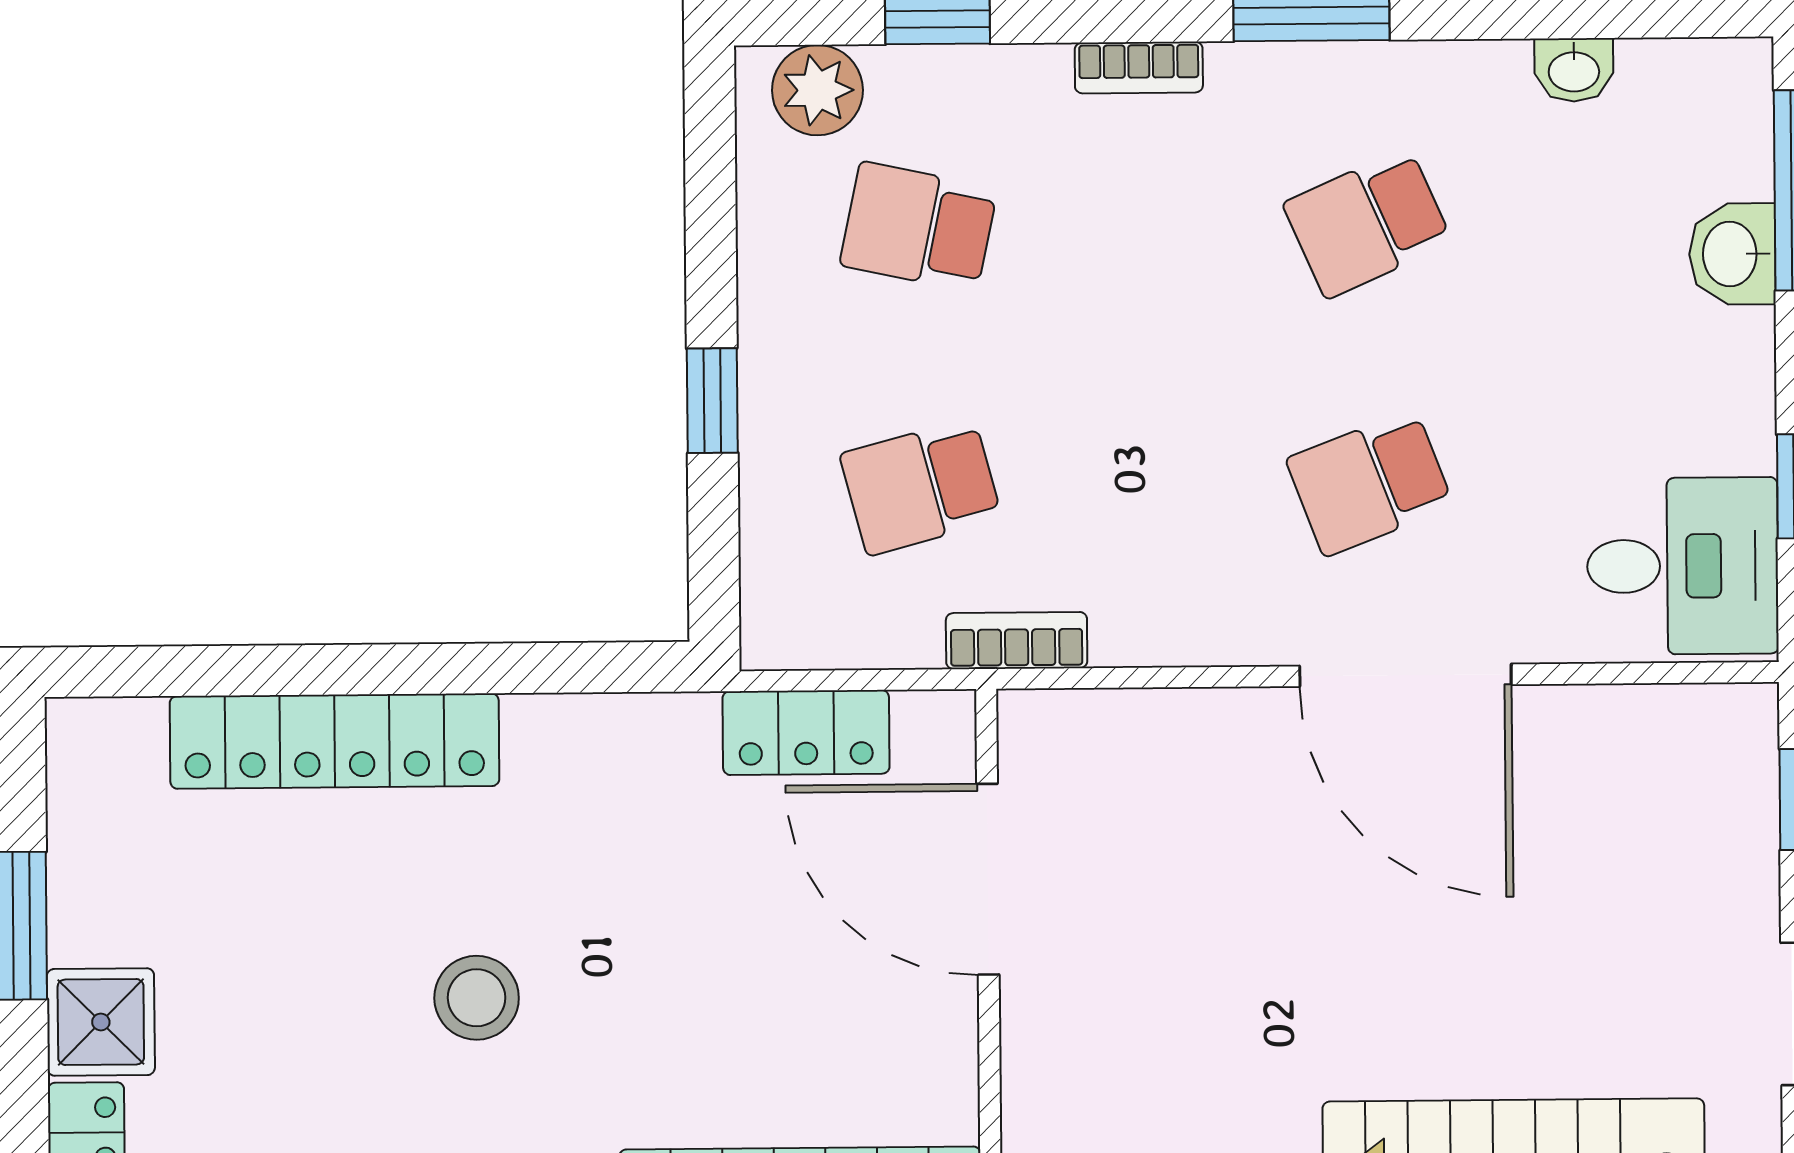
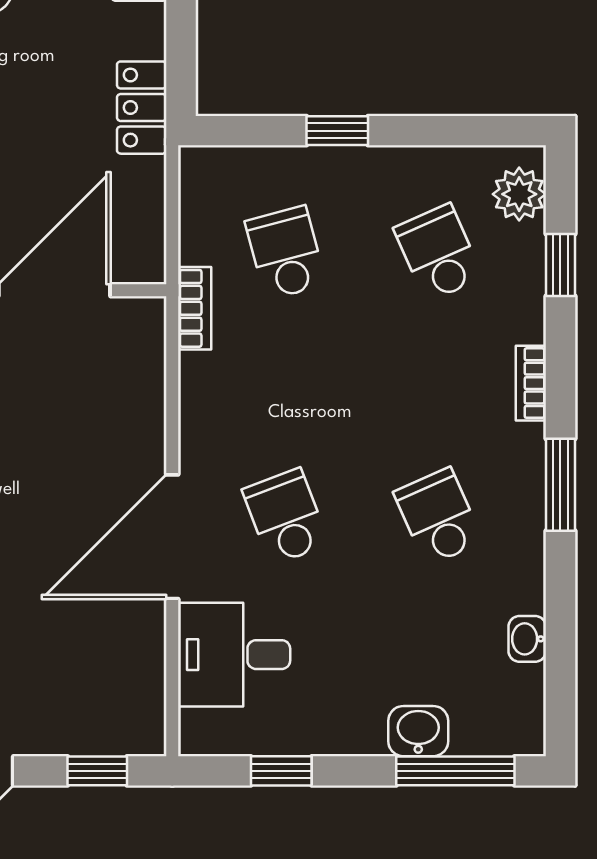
school desk: (919, 227) -> (438, 253), turned -36
desk: (1683, 566) -> (234, 655), moved, turned 90
locker: (806, 732) -> (142, 108), moved

